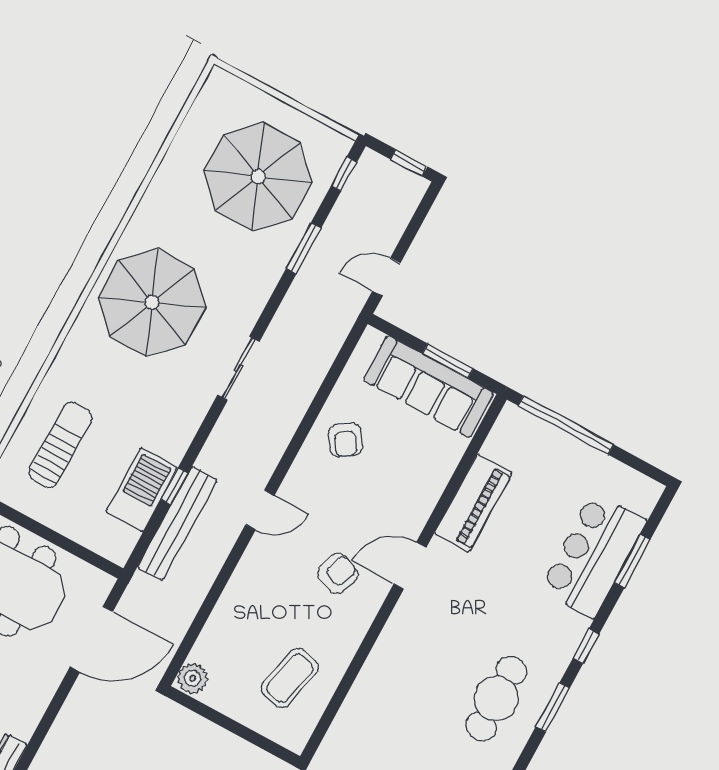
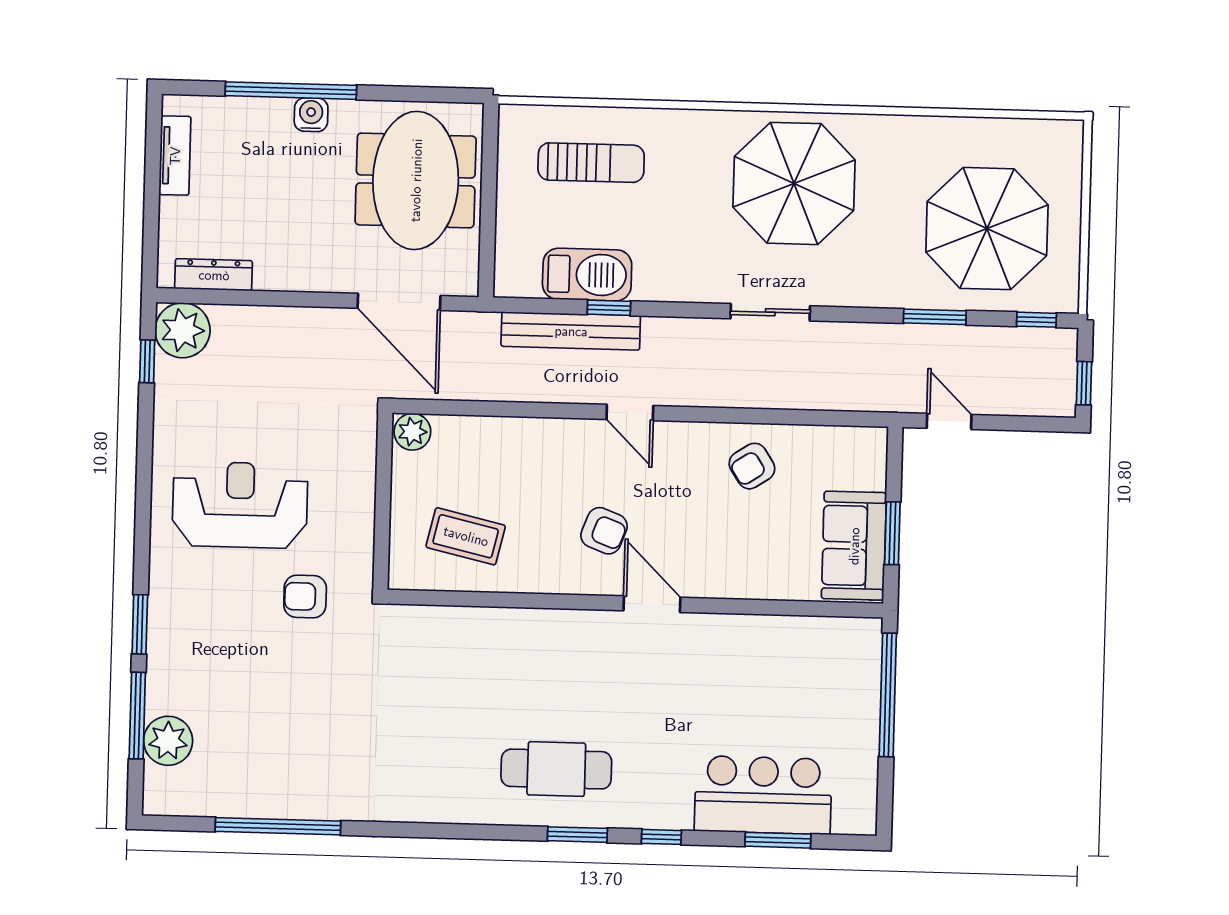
sofa: (428, 386) -> (854, 546), width x0.73
piano: (473, 503) -> (754, 638), removed

